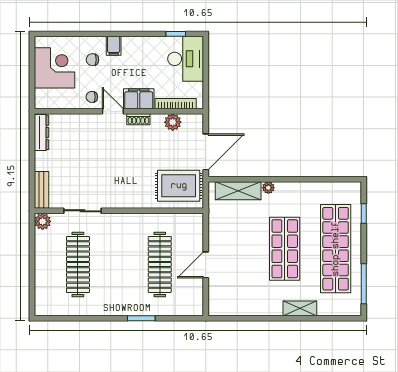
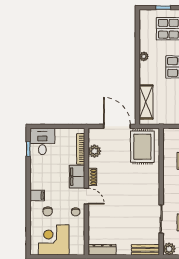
desk: (186, 59) -> (42, 141), width x0.73
door: (113, 111) -> (86, 196), swing flipped
plant: (268, 188) -> (144, 56), moved

